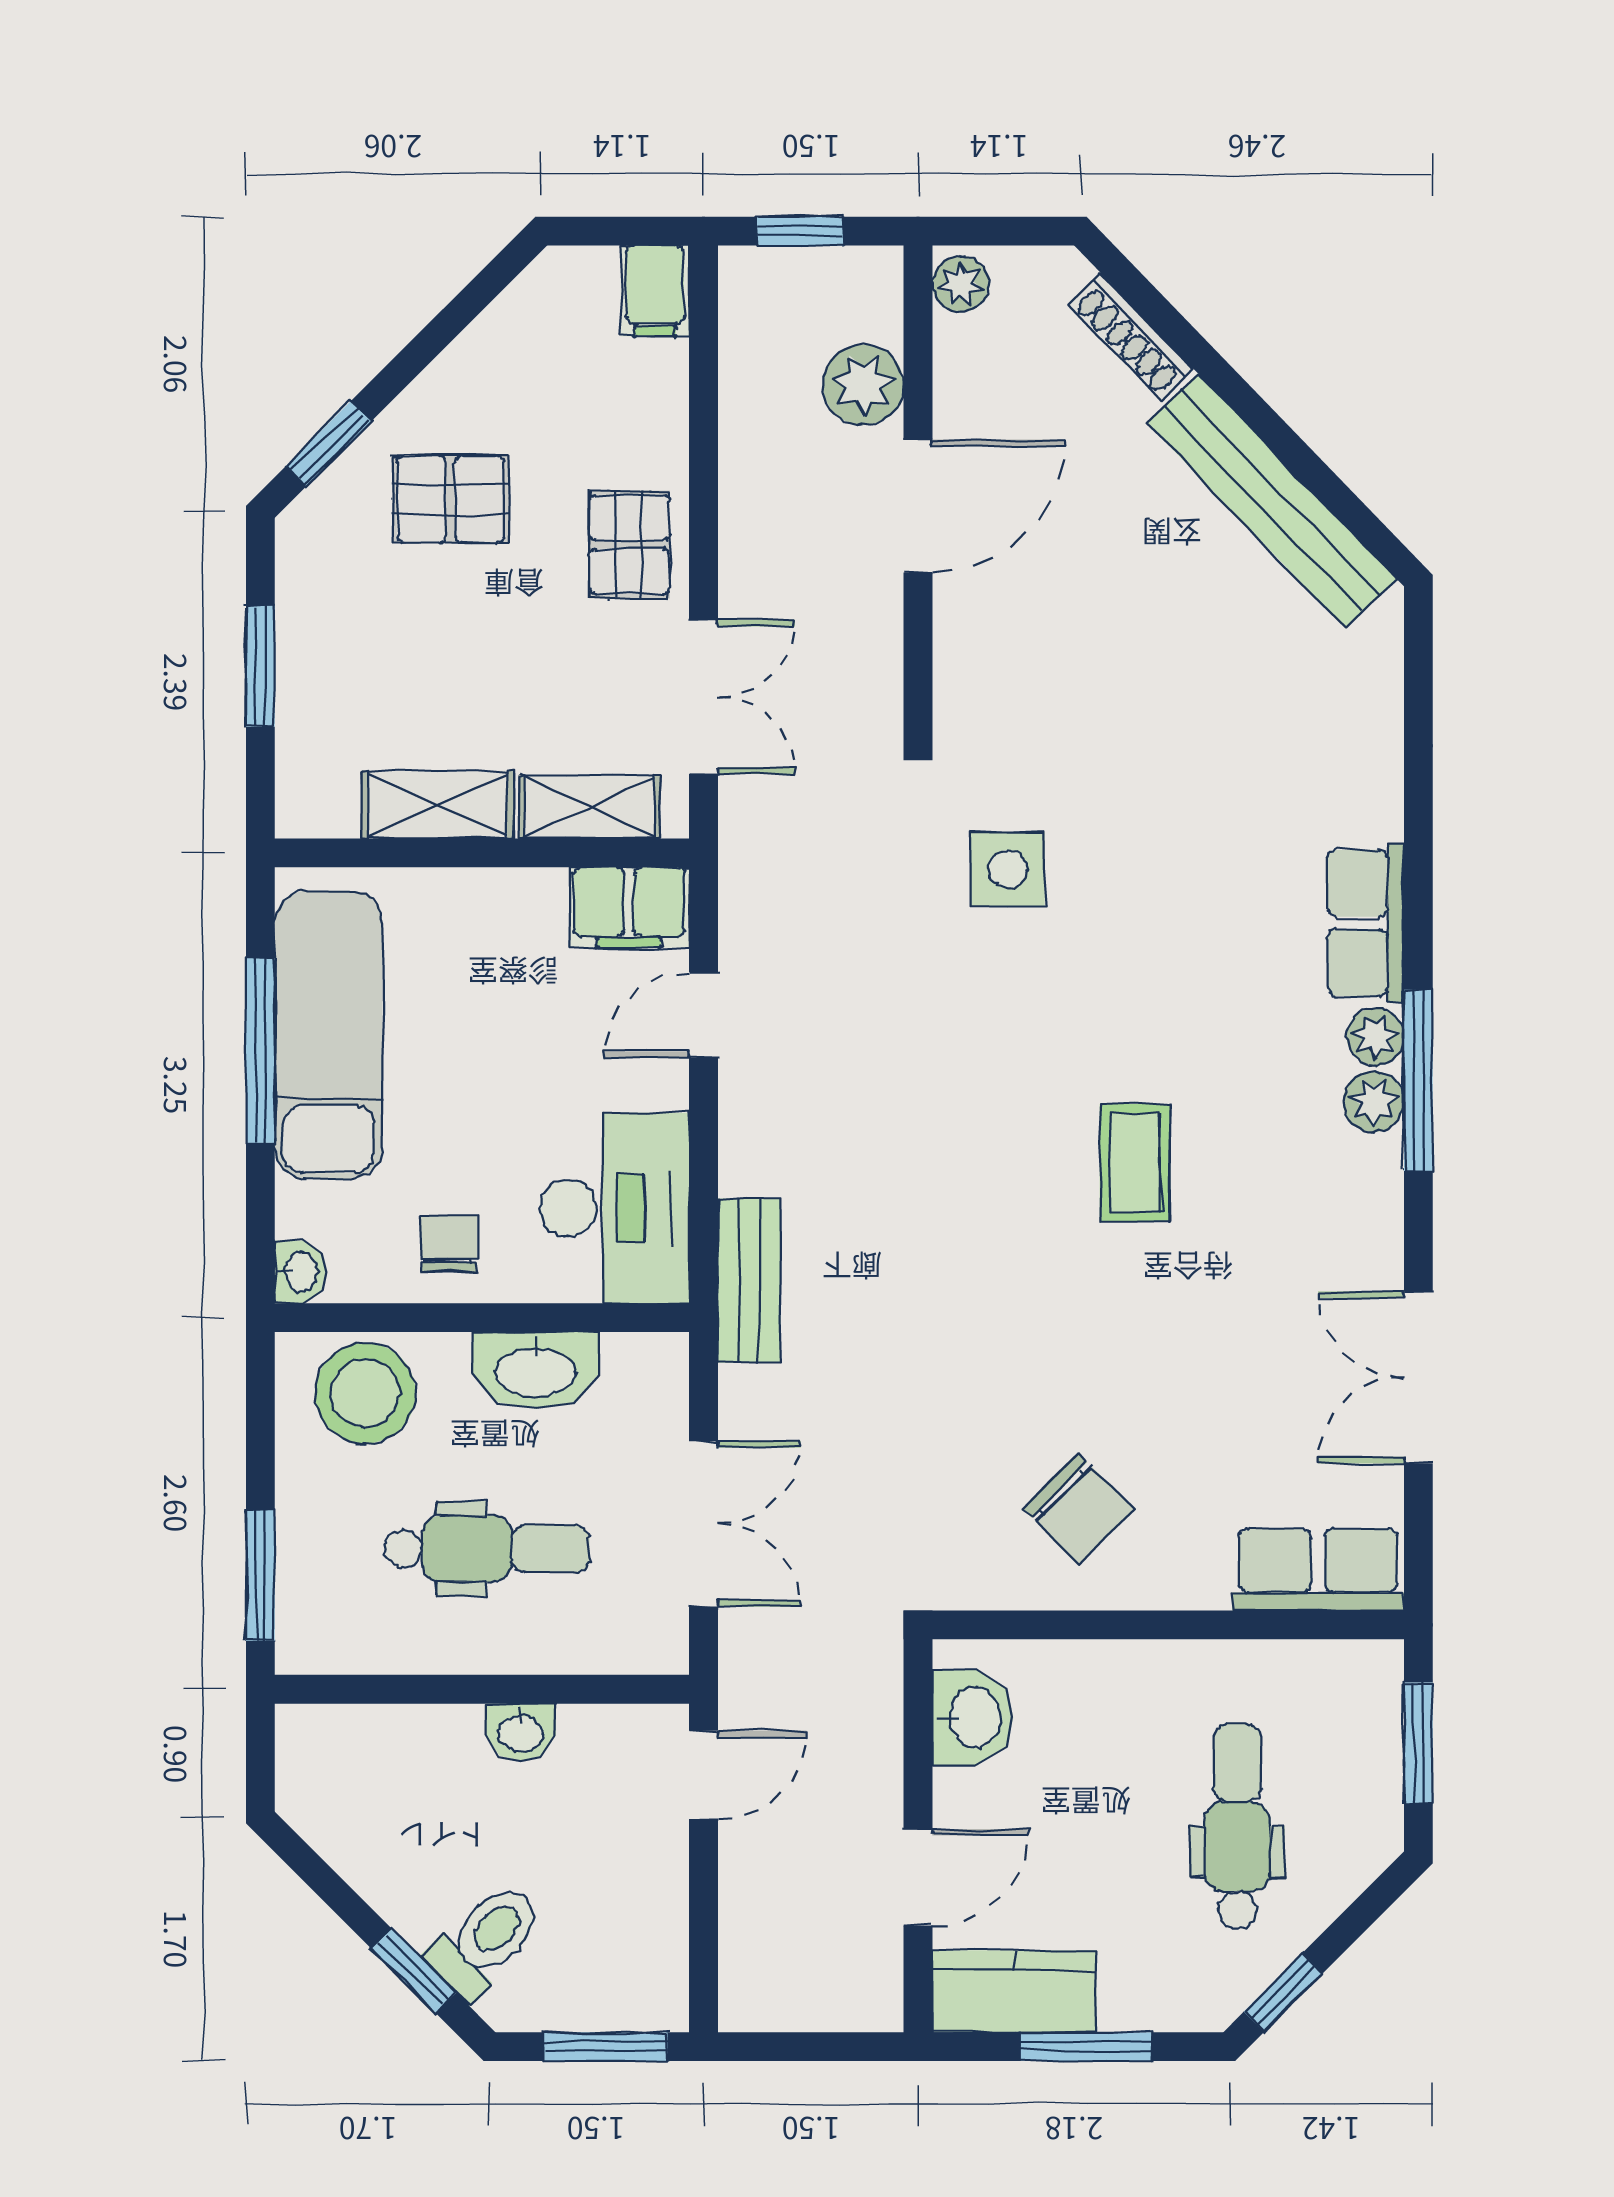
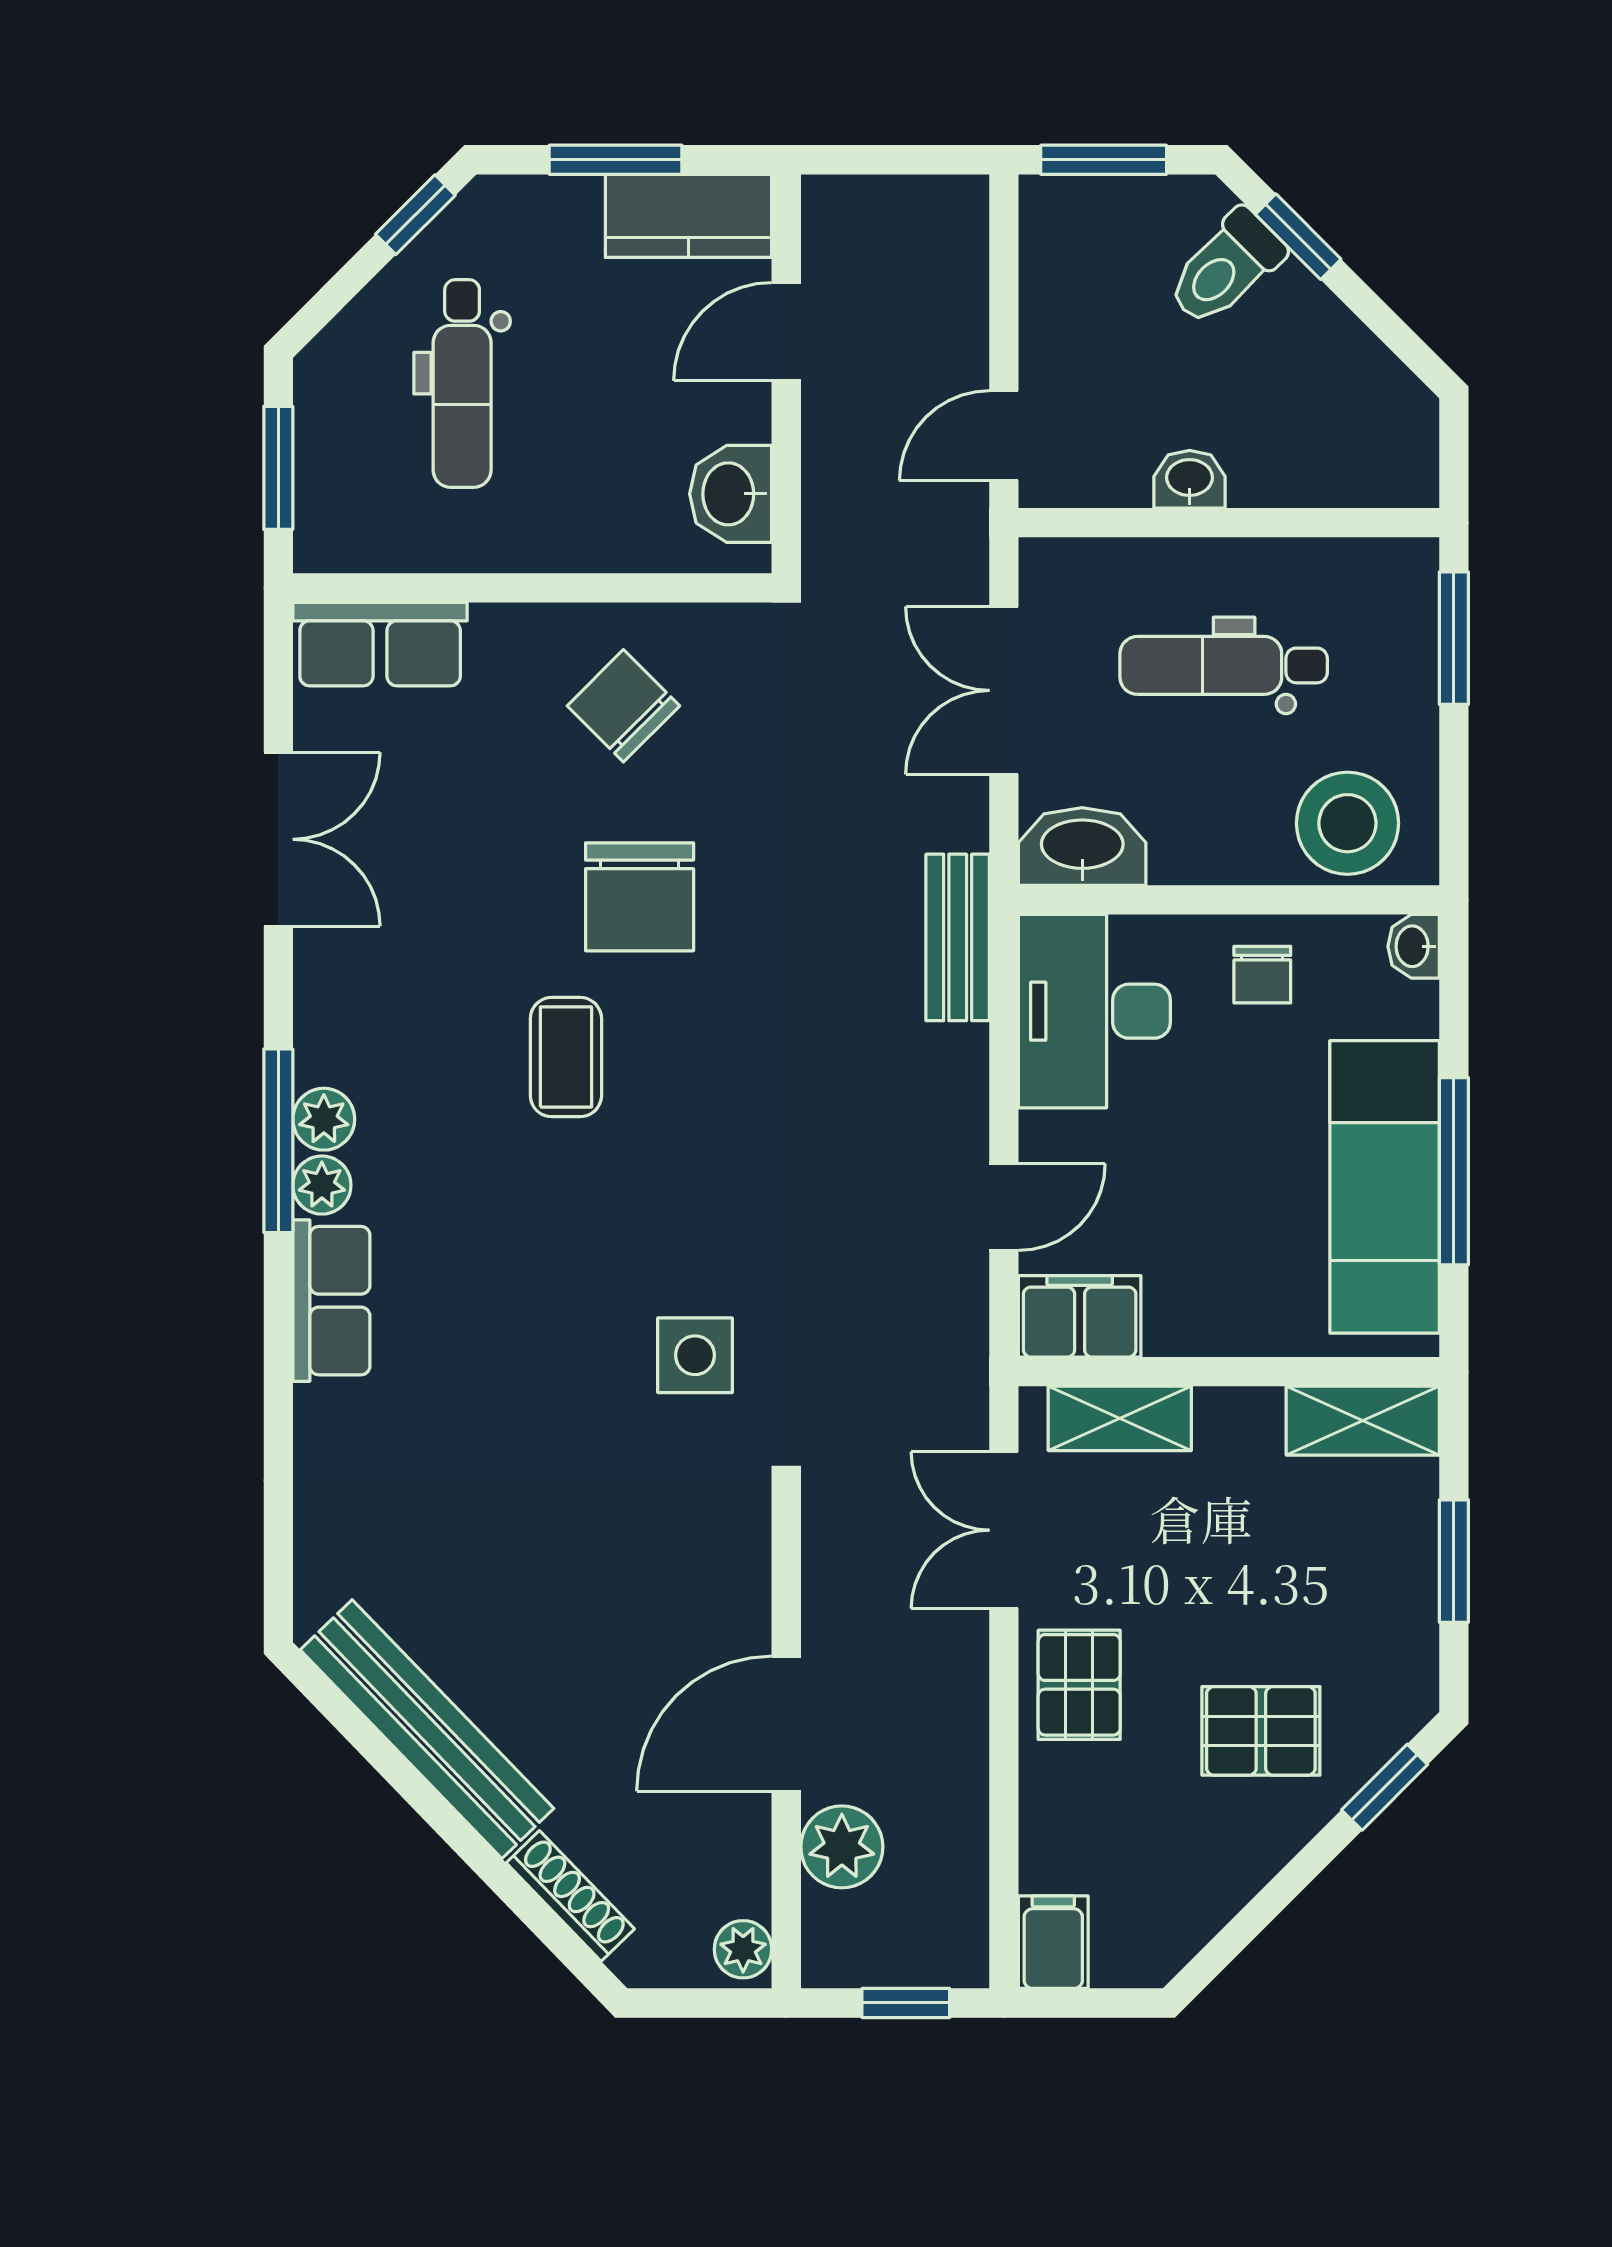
shelving: (438, 805) -> (1363, 1421), moved
chair: (1063, 1321) -> (640, 897), added
washbasin: (536, 1370) -> (1082, 846), moved

